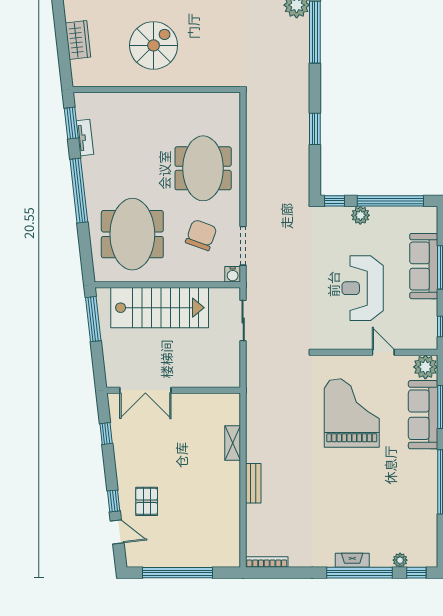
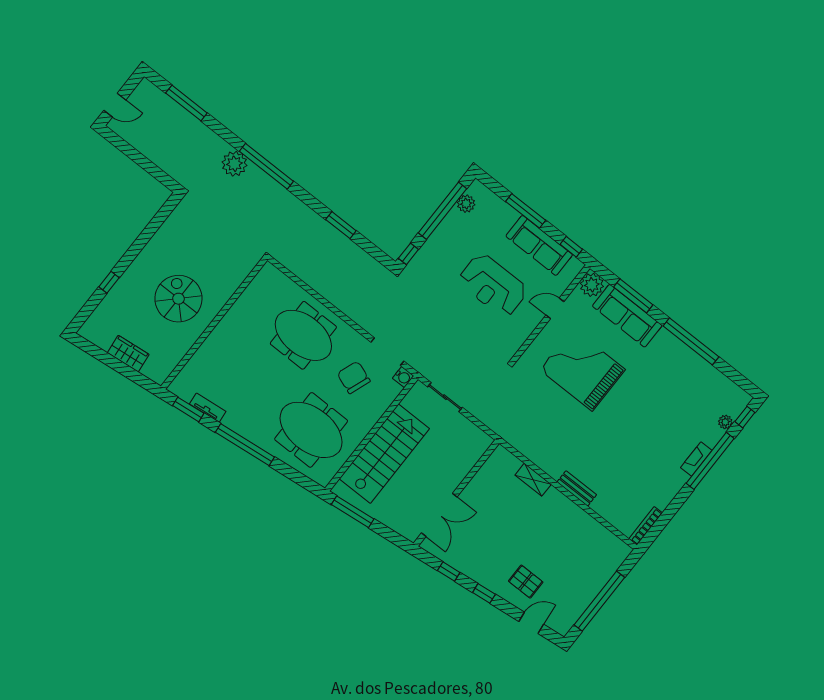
plant: (360, 215) -> (466, 204), moved
sofa: (424, 266) -> (539, 245), moved
window: (114, 501) -> (484, 593), moved

